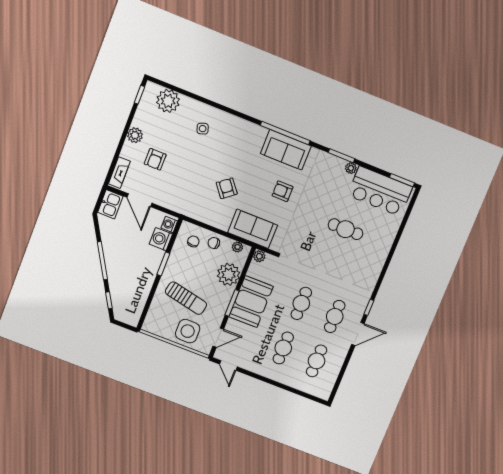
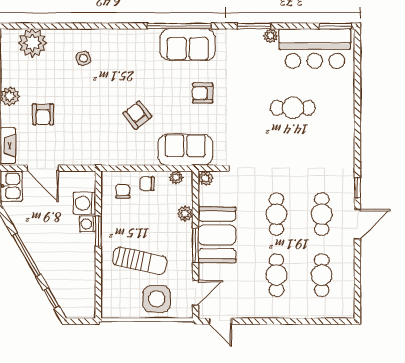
washing machine: (169, 225) -> (88, 224), moved
plant: (229, 274) -> (185, 214), width x0.53, depth x0.53

